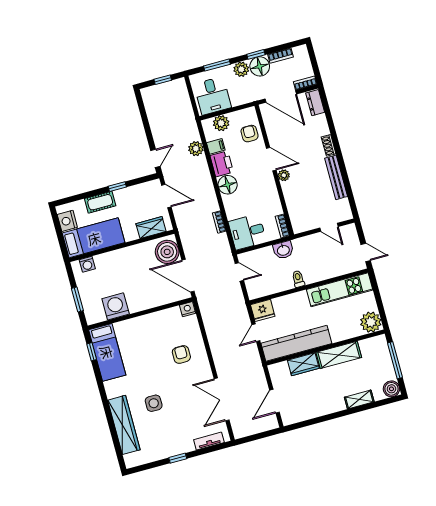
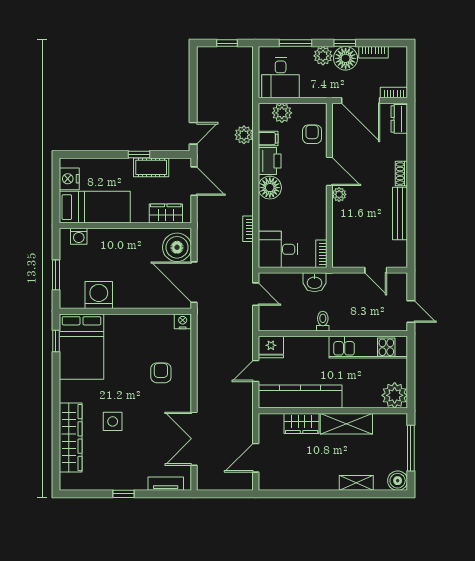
cot: (100, 202) -> (151, 167), moved
bed: (107, 352) -> (81, 347), width x1.50

